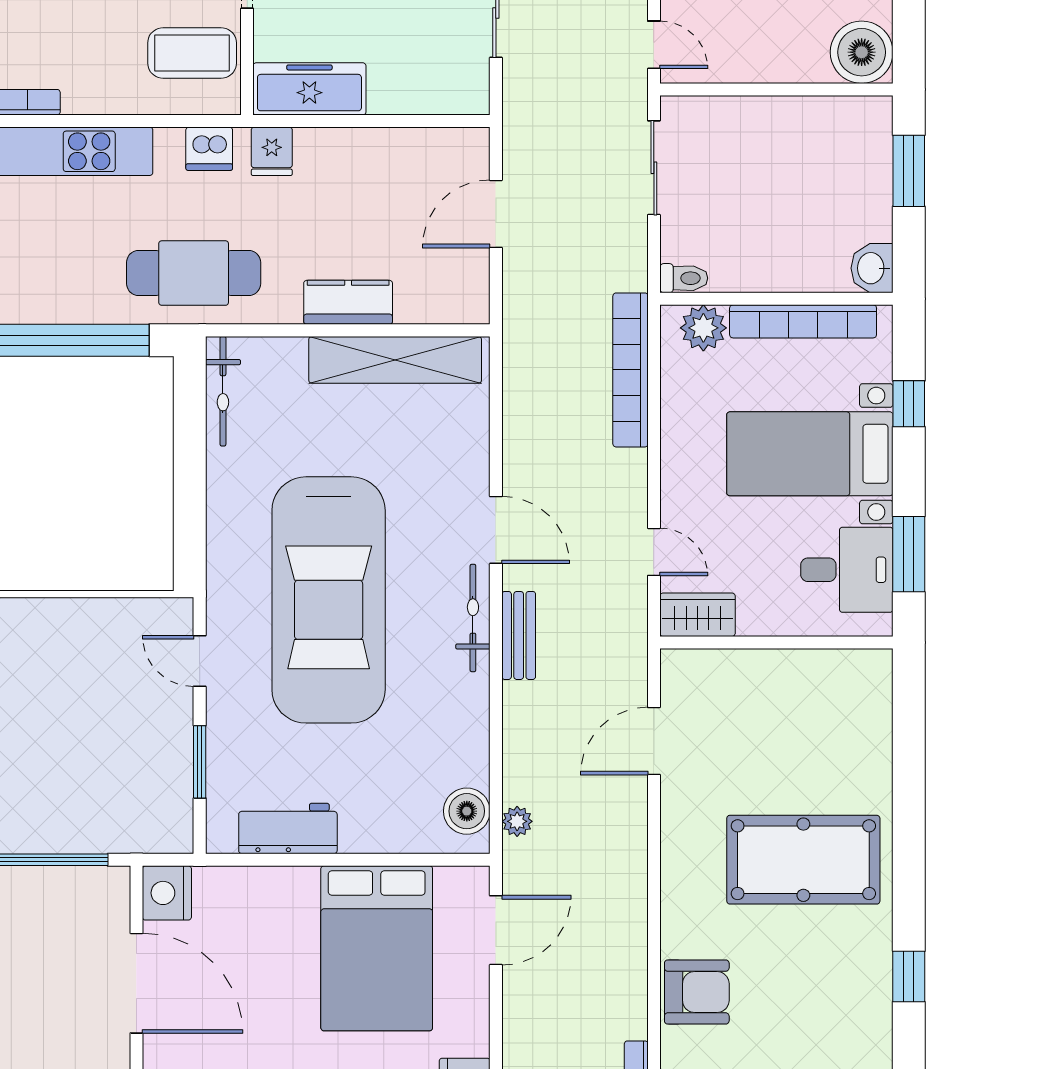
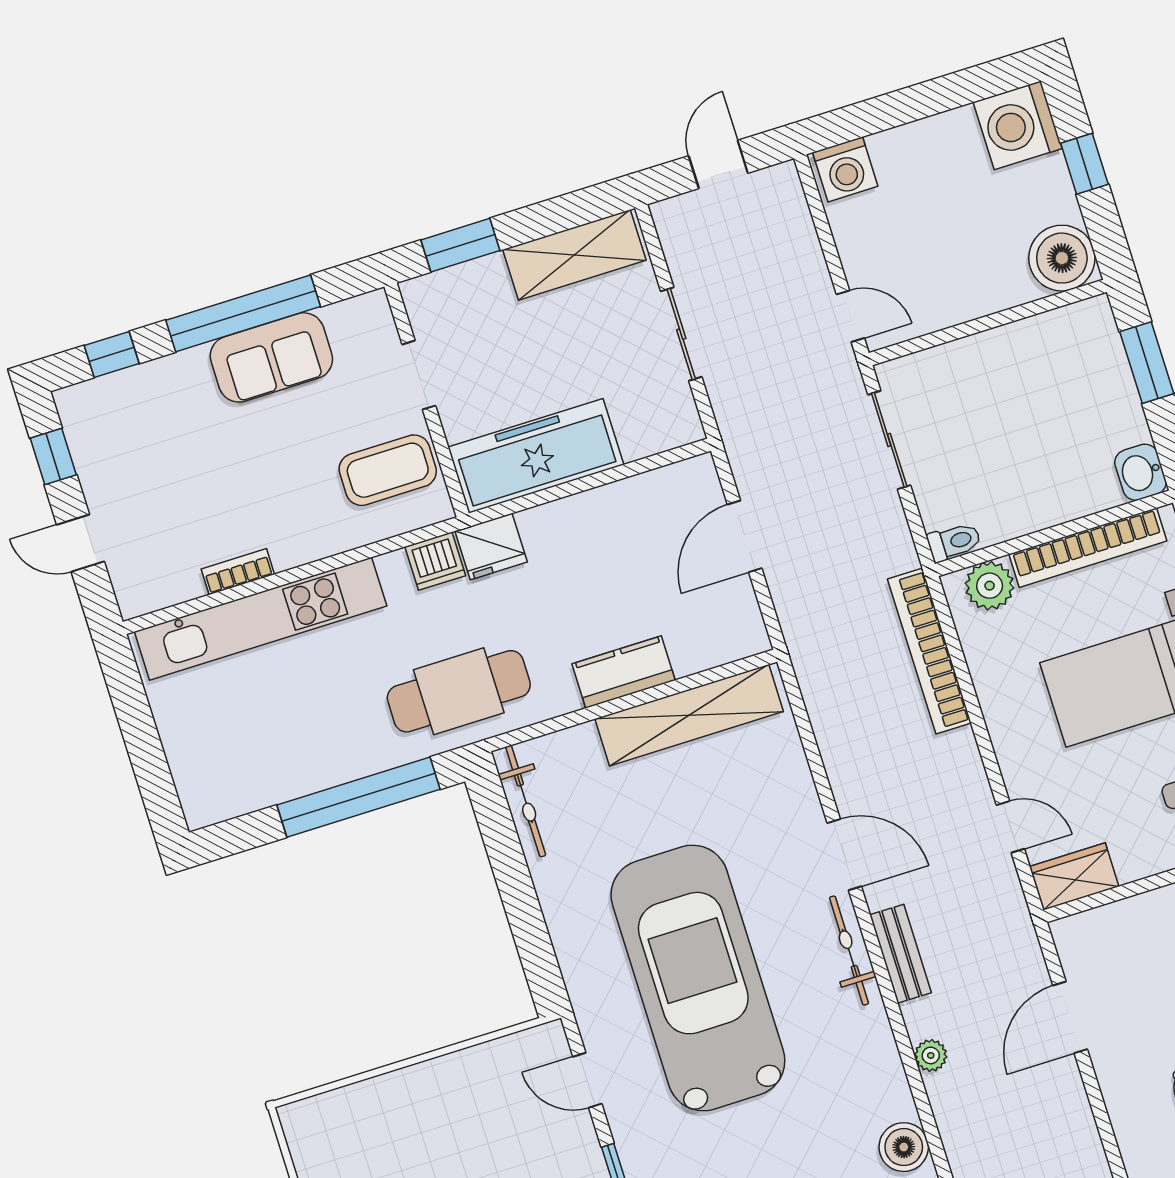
freezer: (309, 89) -> (536, 456), width x1.36, depth x1.26
fridge: (272, 151) -> (491, 547), width x1.38
car: (329, 600) -> (698, 978), turned 180
plant: (517, 821) -> (931, 1055), moved

